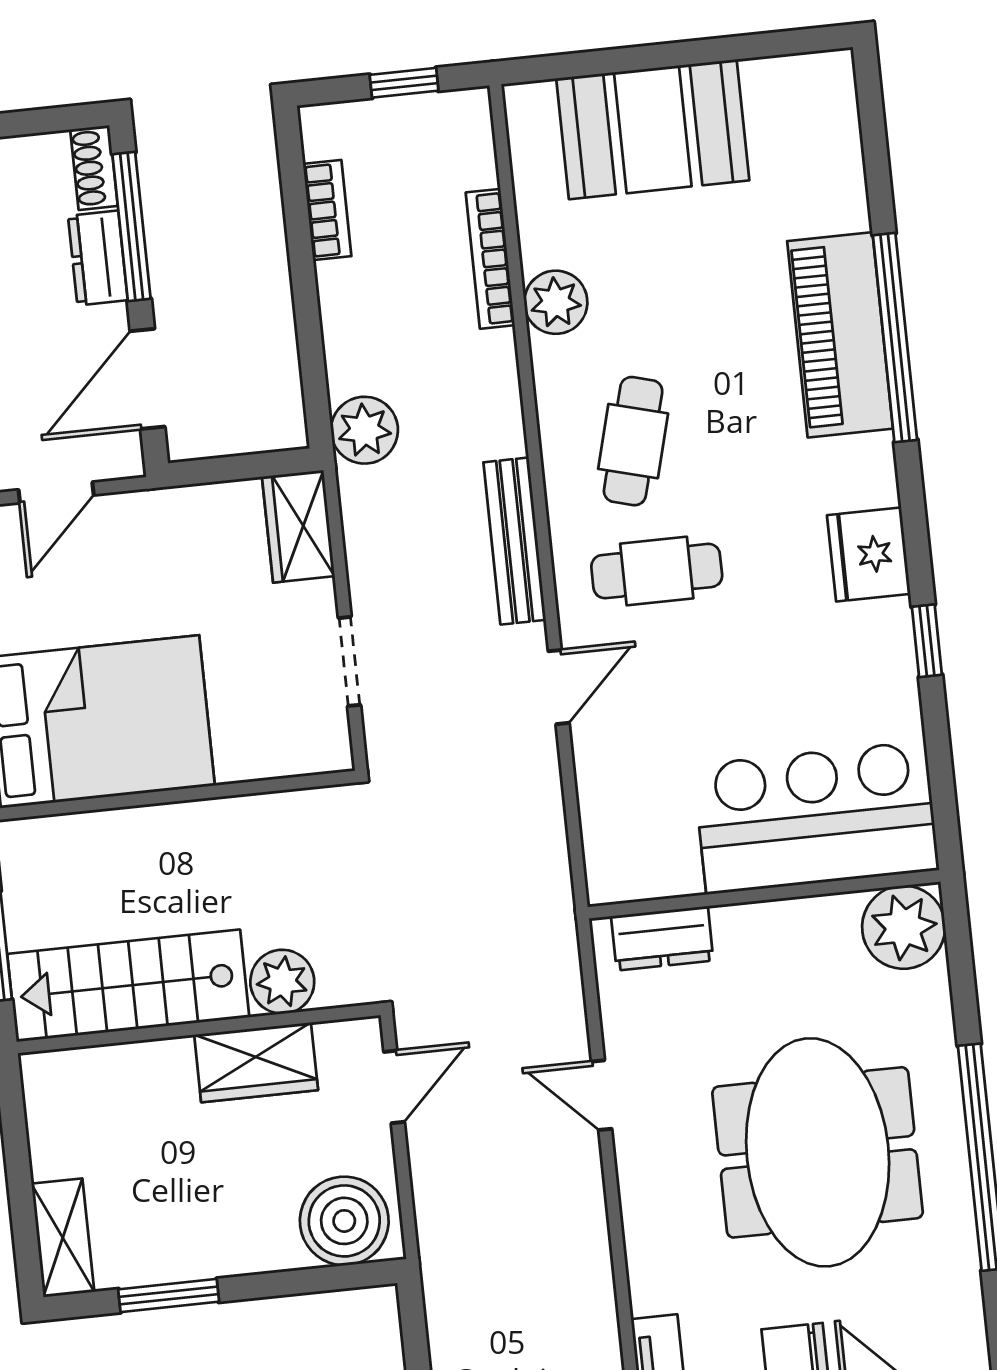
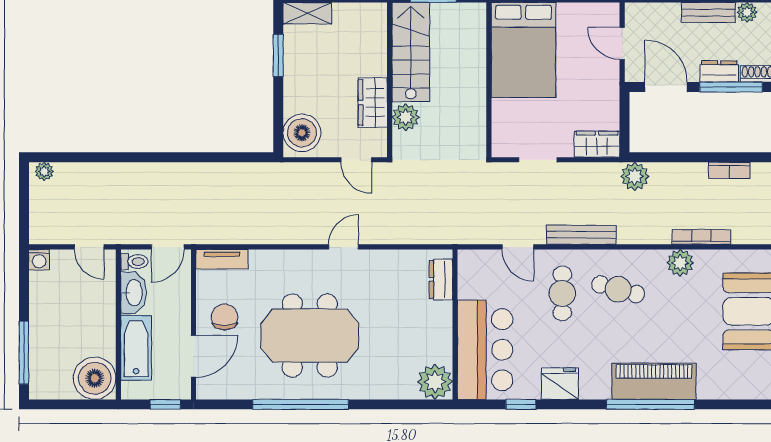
bar counter: (816, 818) -> (485, 350), moved
wall: (764, 894) -> (455, 324), moved
plant: (904, 927) -> (435, 382), moved
dresser: (662, 938) -> (441, 279), moved

